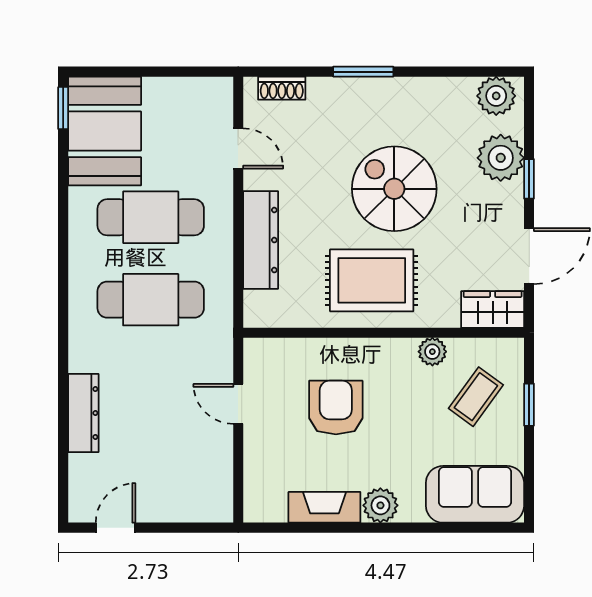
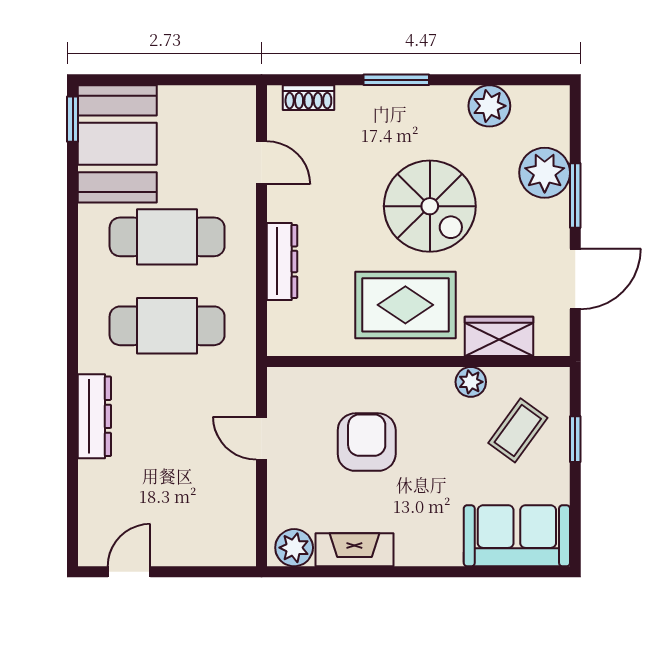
plant: (496, 96) -> (489, 106), moved
window: (529, 179) -> (575, 195), width x1.50
spiral stairs: (394, 189) -> (430, 206), turned 180
dresser: (261, 240) -> (282, 261), width x0.73, depth x0.80
wardrobe: (493, 309) -> (499, 336), moved
dresser: (83, 413) -> (94, 416), moved
plant: (380, 505) -> (294, 548), moved

